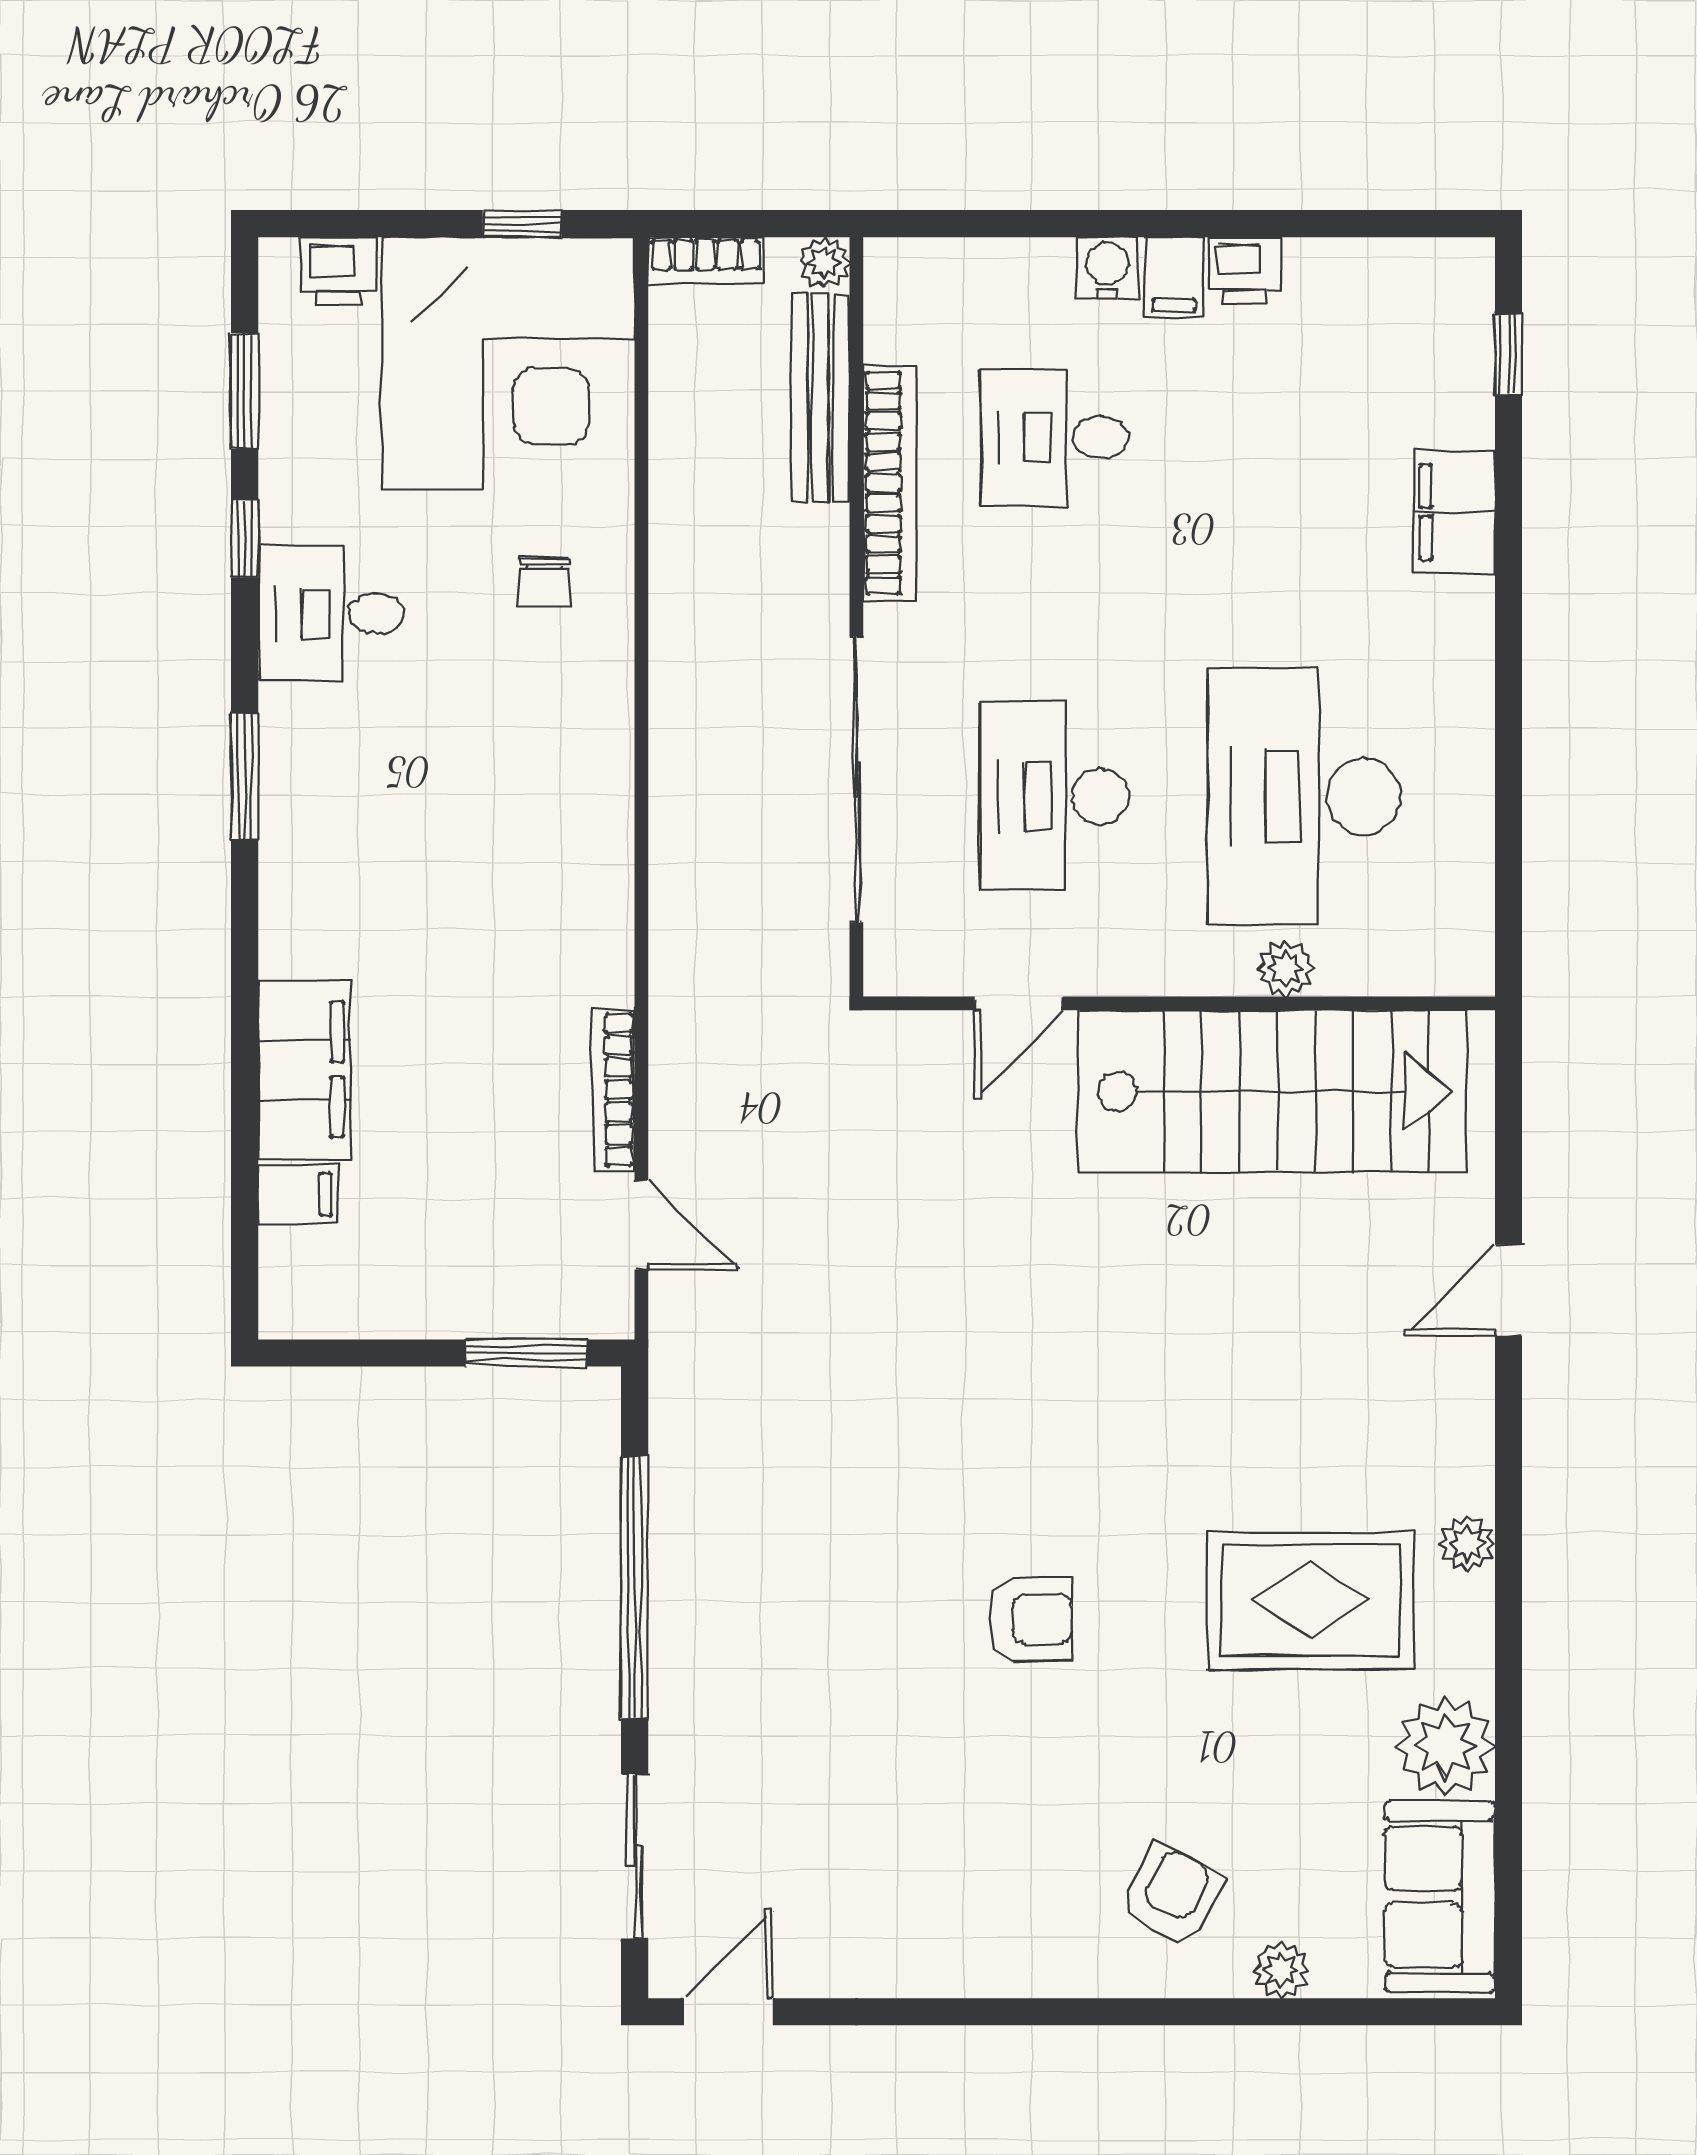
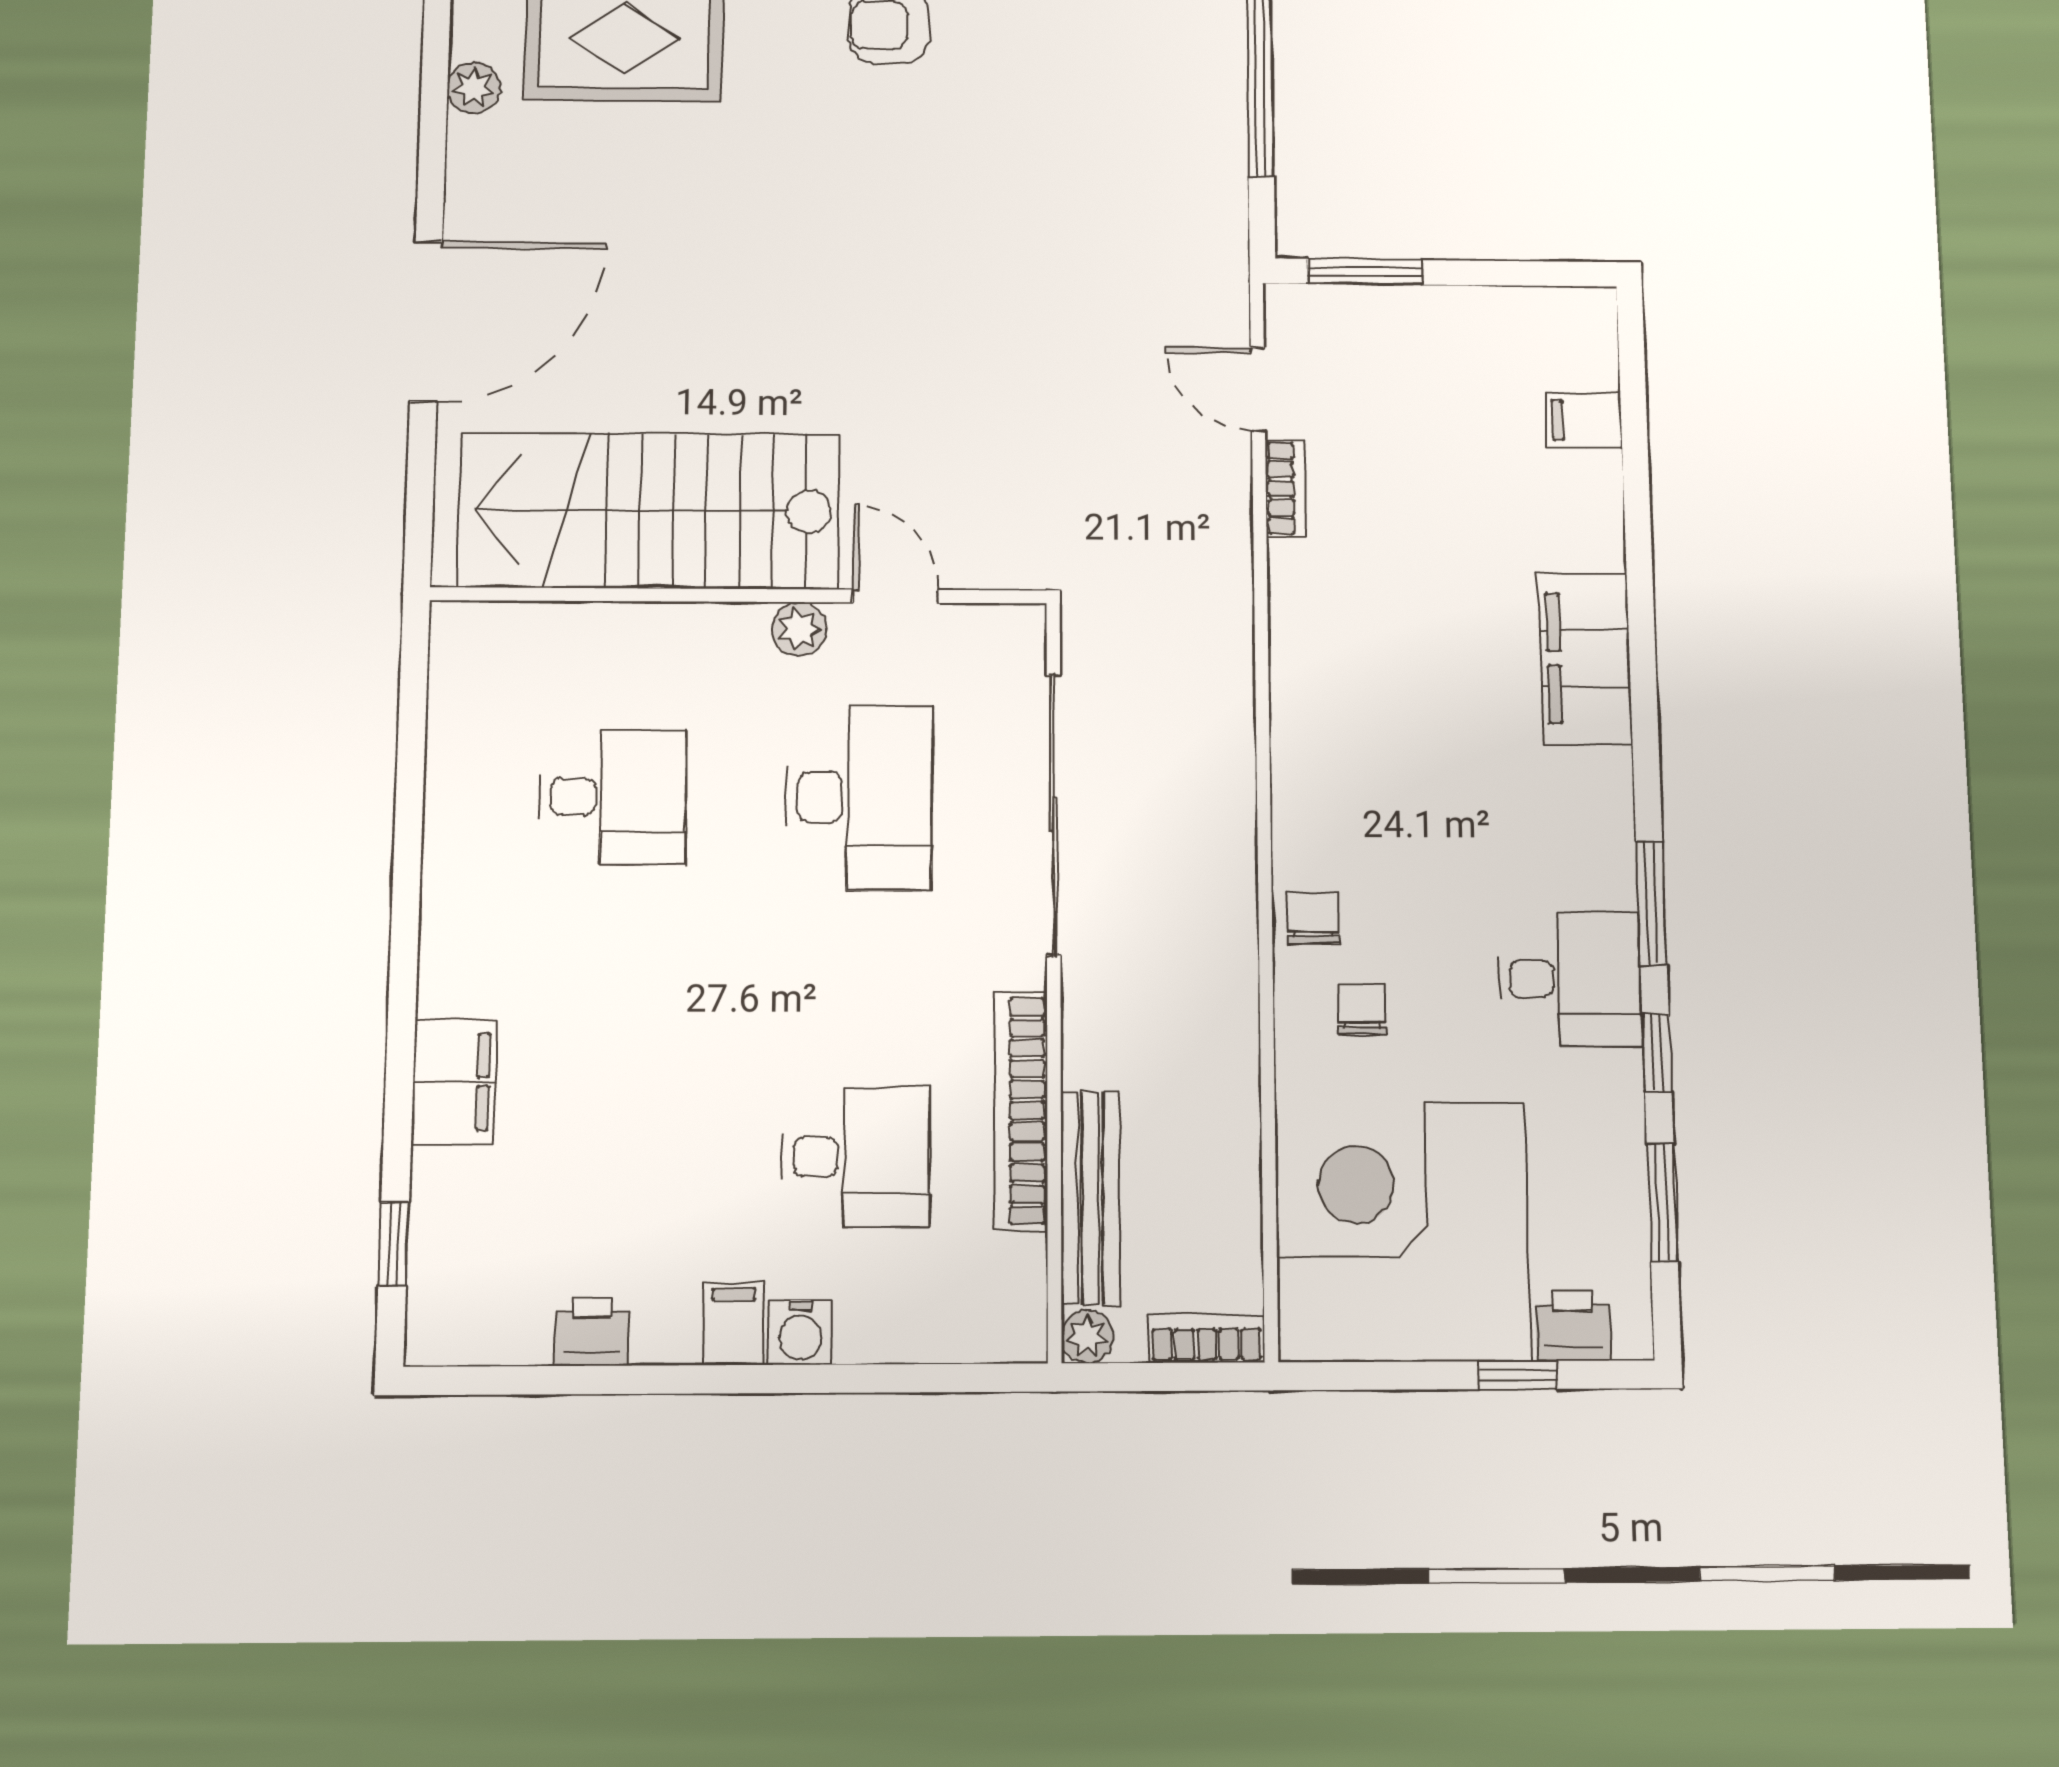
window: (522, 224) -> (1518, 1375), moved
printer: (1245, 270) -> (592, 1331), moved
chair: (593, 675) -> (1313, 918), added
window: (245, 776) -> (1651, 903), moved
desk: (1304, 796) -> (613, 797), width x0.53, depth x0.77
plant: (1286, 969) -> (799, 629), moved
door: (1019, 1003) -> (896, 596), hinge flipped
filing cabinet: (305, 1070) -> (1585, 658), moved
bookcase: (614, 1090) -> (1286, 489), width x0.64
door: (1508, 1290) -> (426, 321), width x1.87

